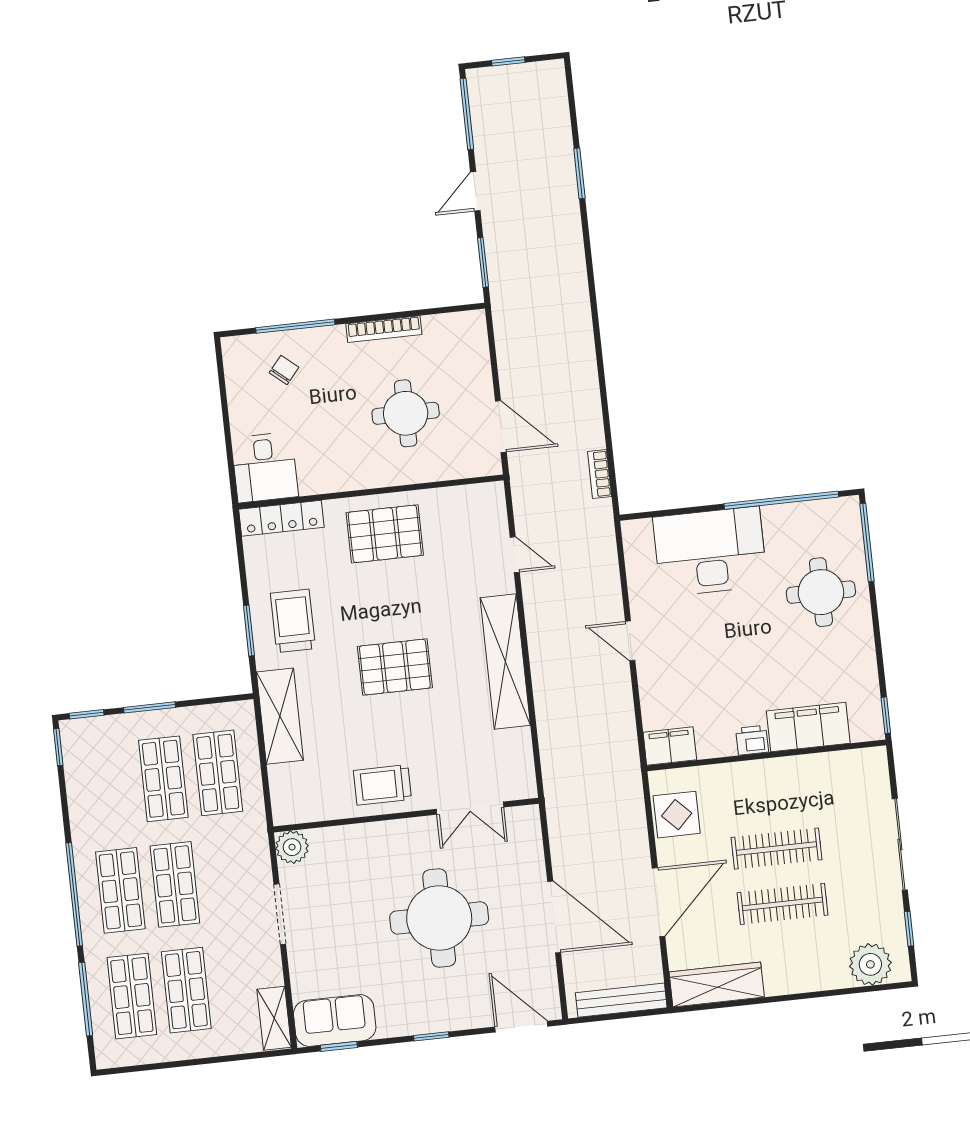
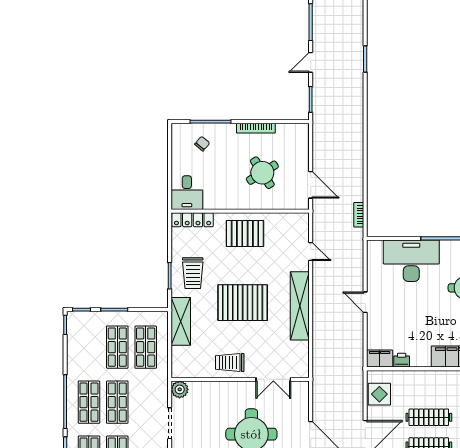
round table: (406, 413) -> (262, 173), turned -32
trolley: (293, 621) -> (193, 273), turned 180
pallet: (395, 667) -> (243, 303), width x1.37, depth x1.41
printer: (752, 740) -> (402, 360), moved

